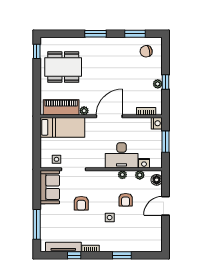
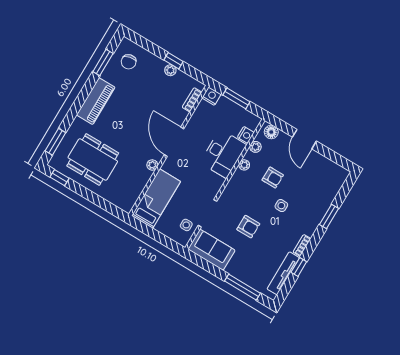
window: (96, 34) -> (55, 142), moved
dining table: (63, 67) -> (93, 159), turned 90
piano: (61, 107) -> (96, 101), moved, turned 180

